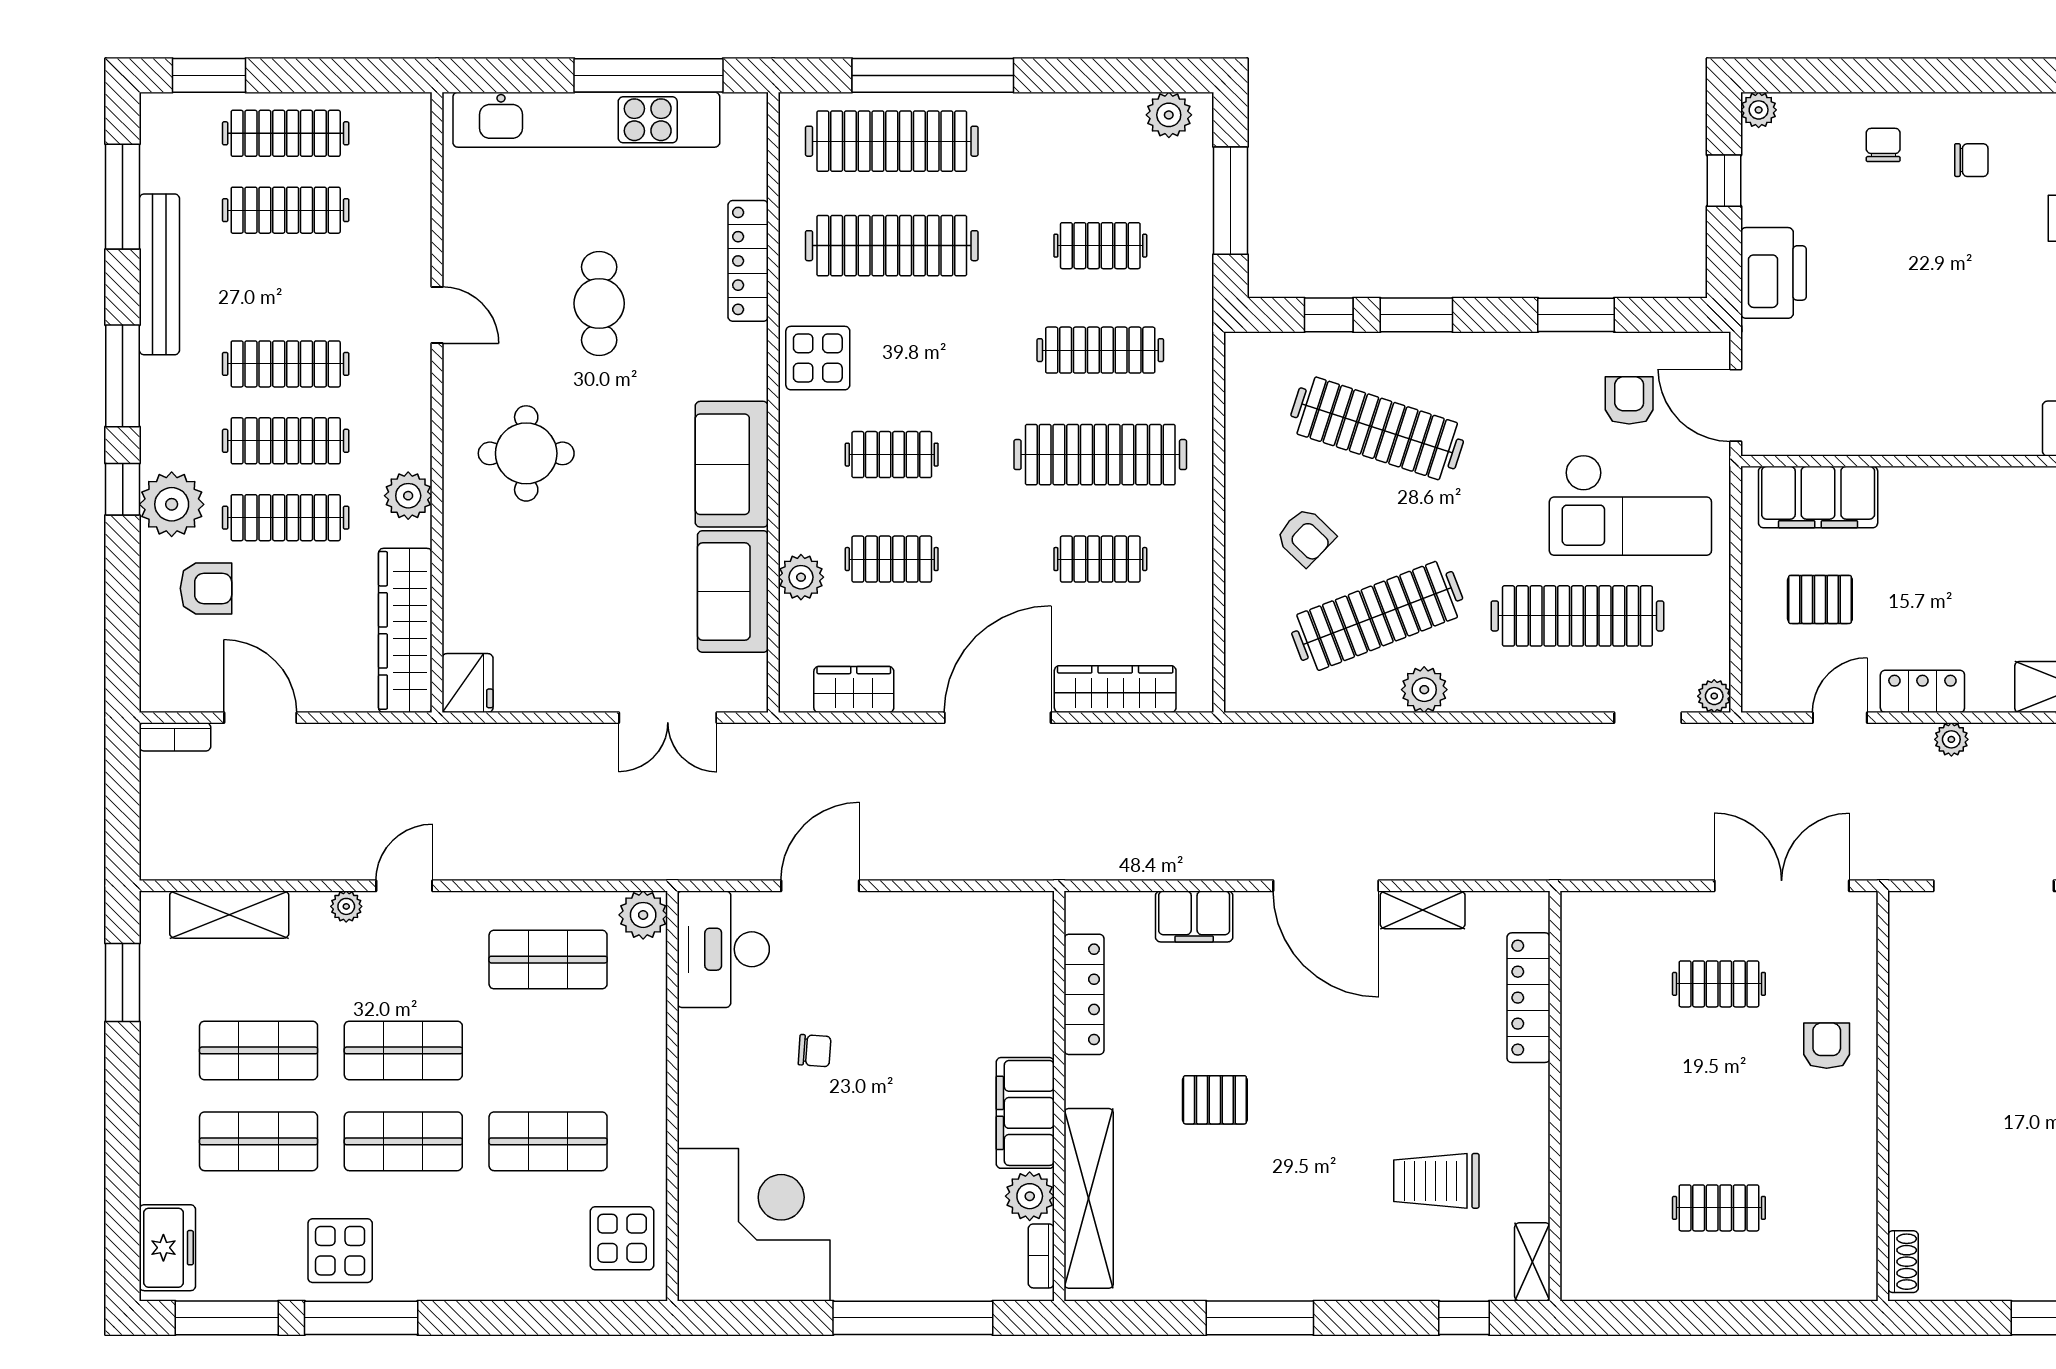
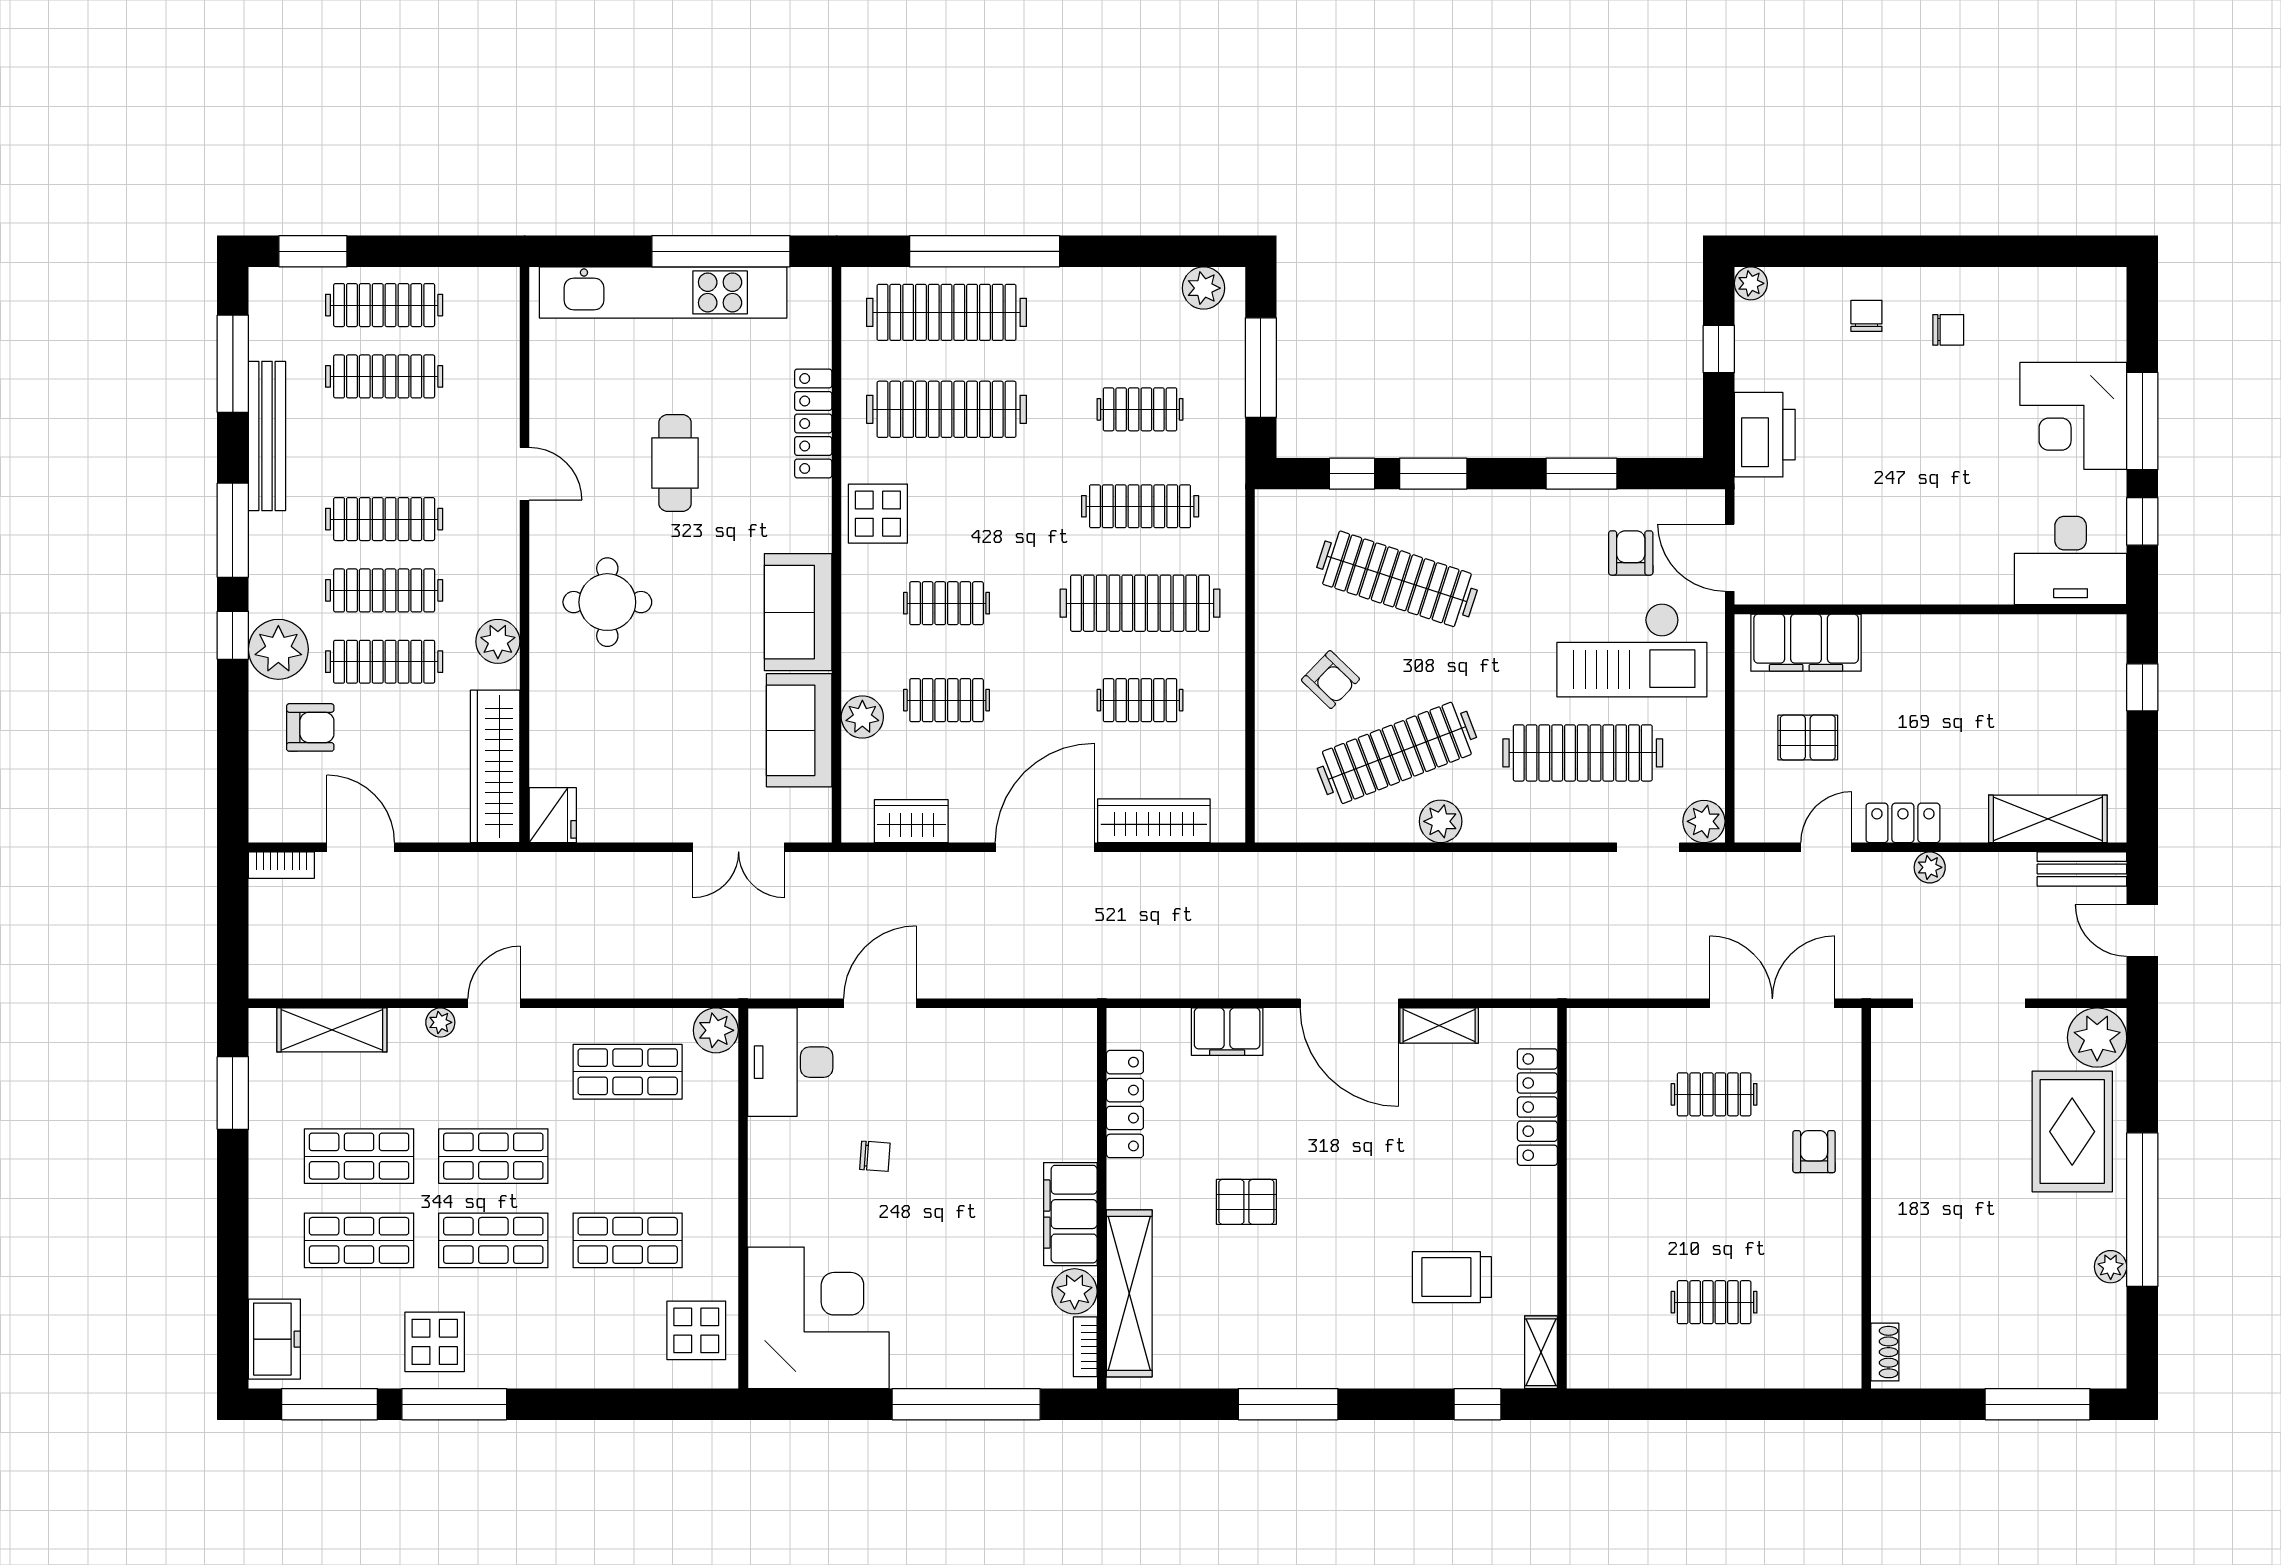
plant: (1714, 696) -> (1704, 821), width x1.38, depth x1.38

